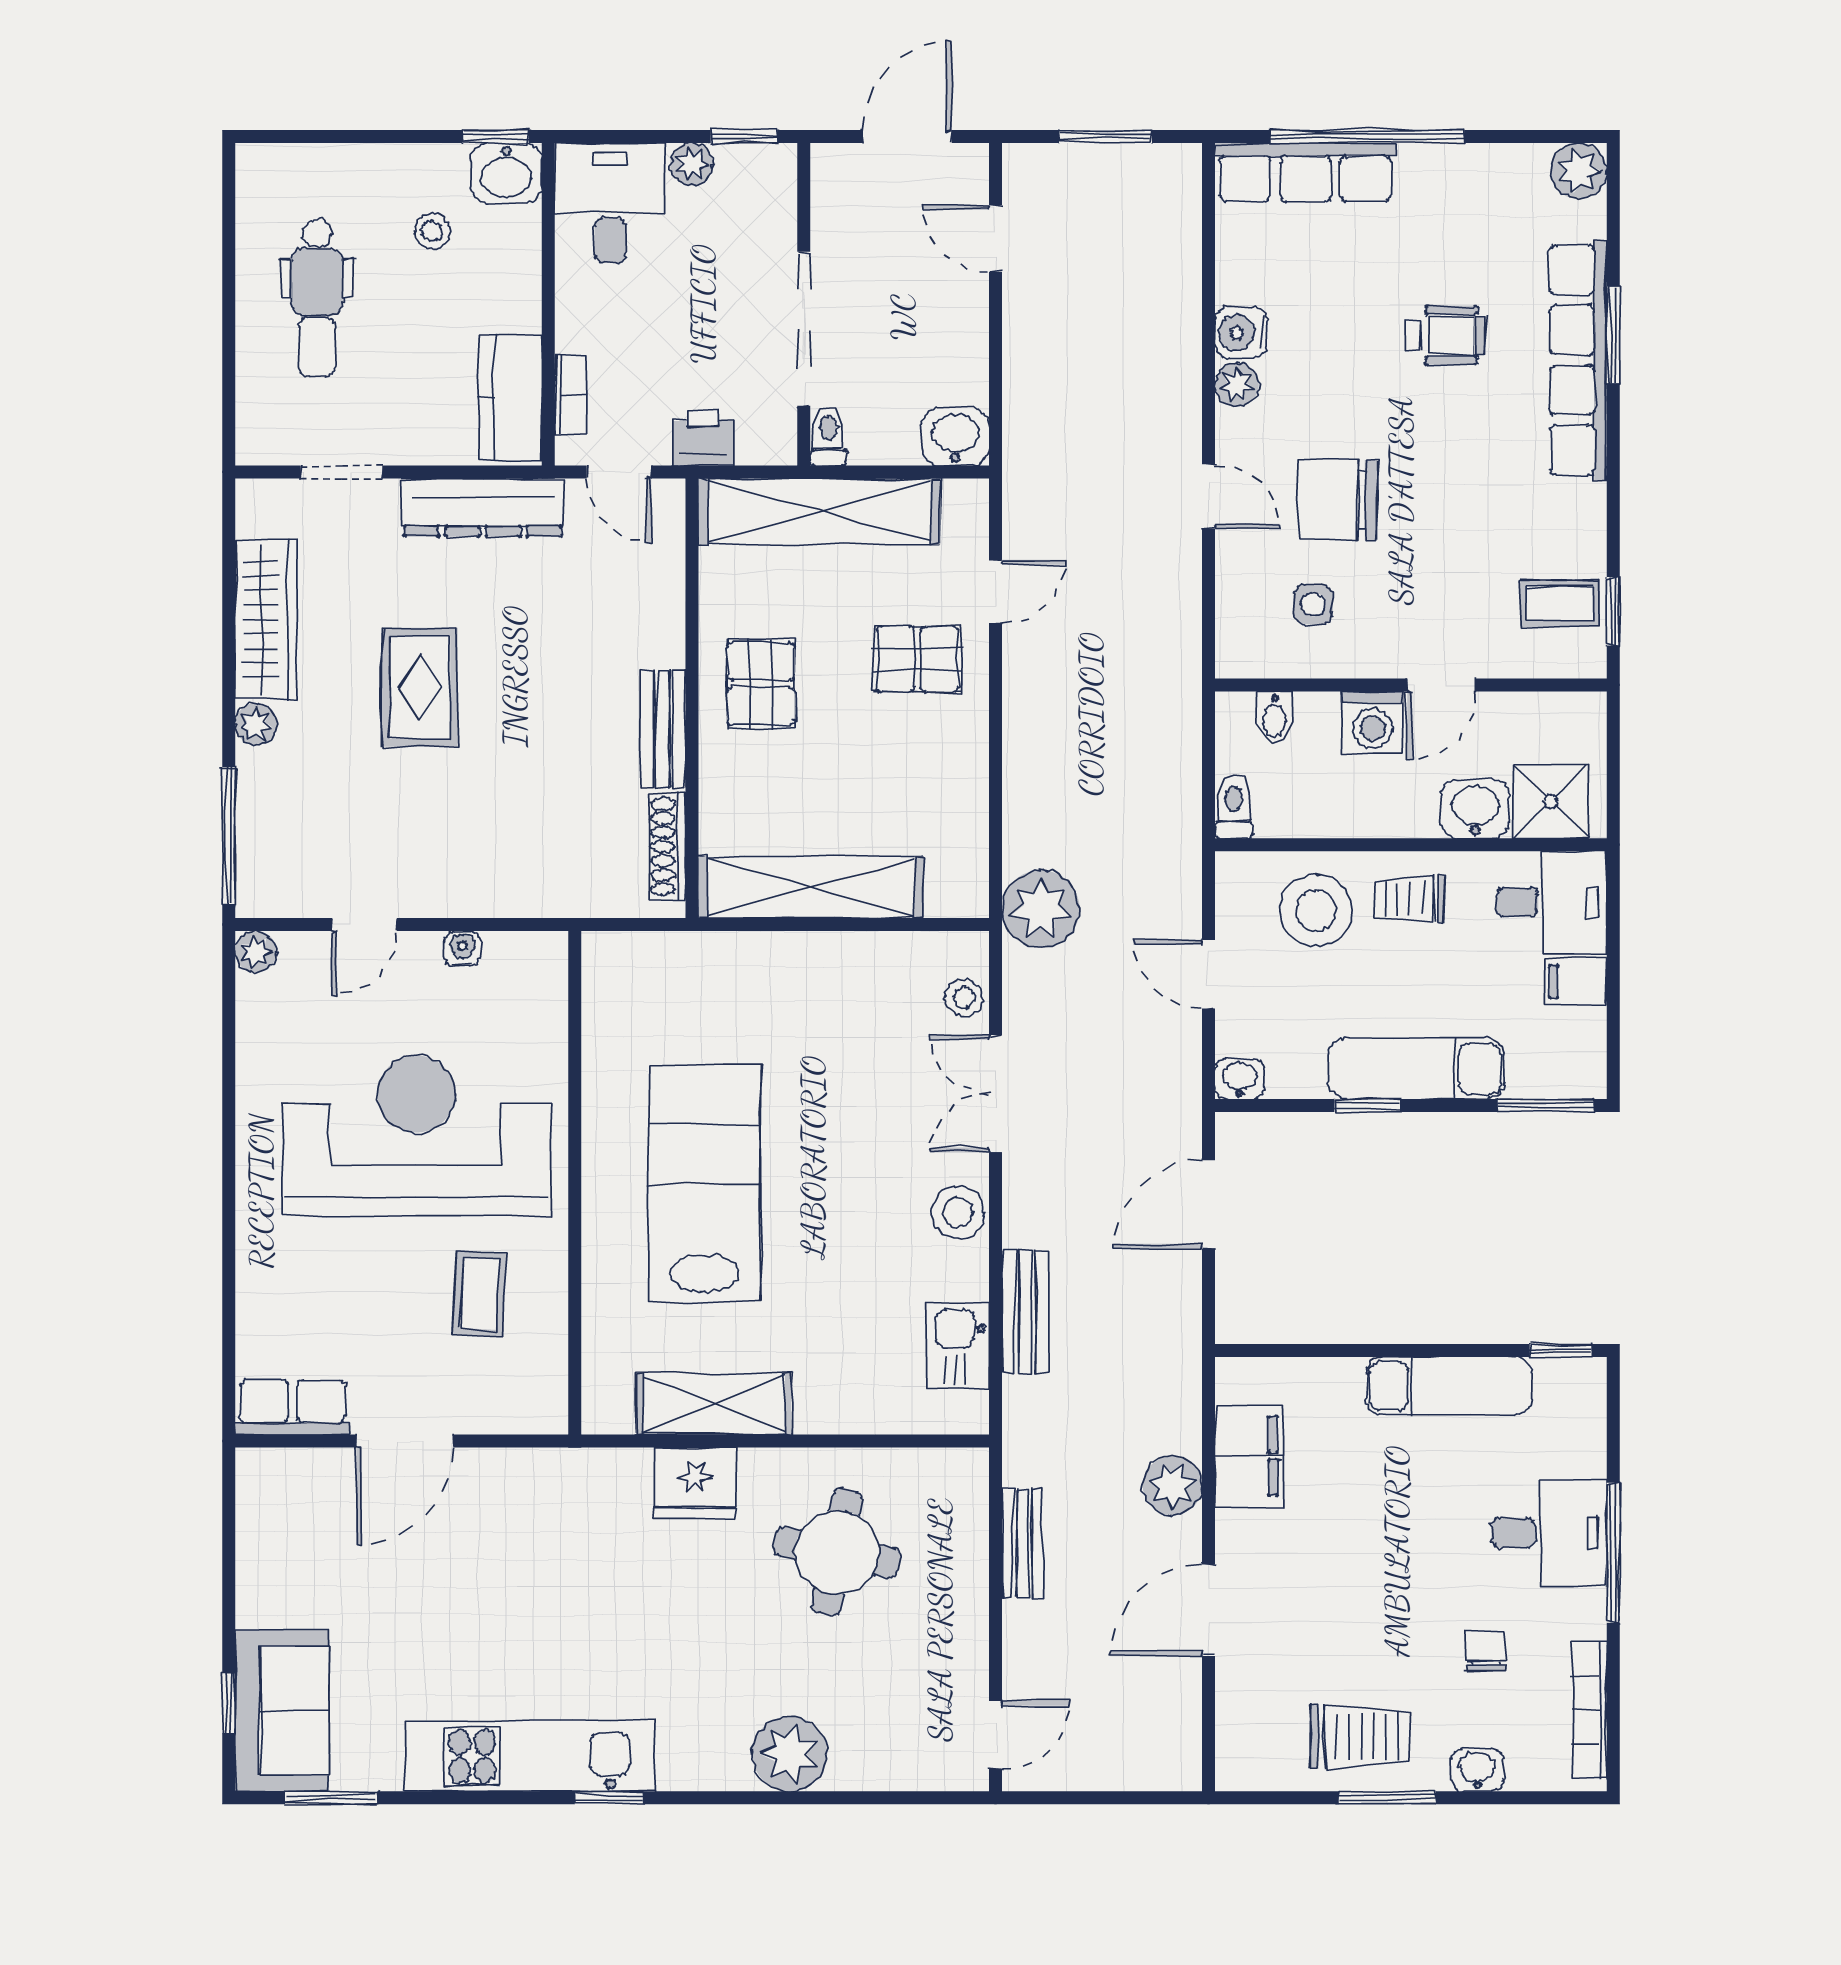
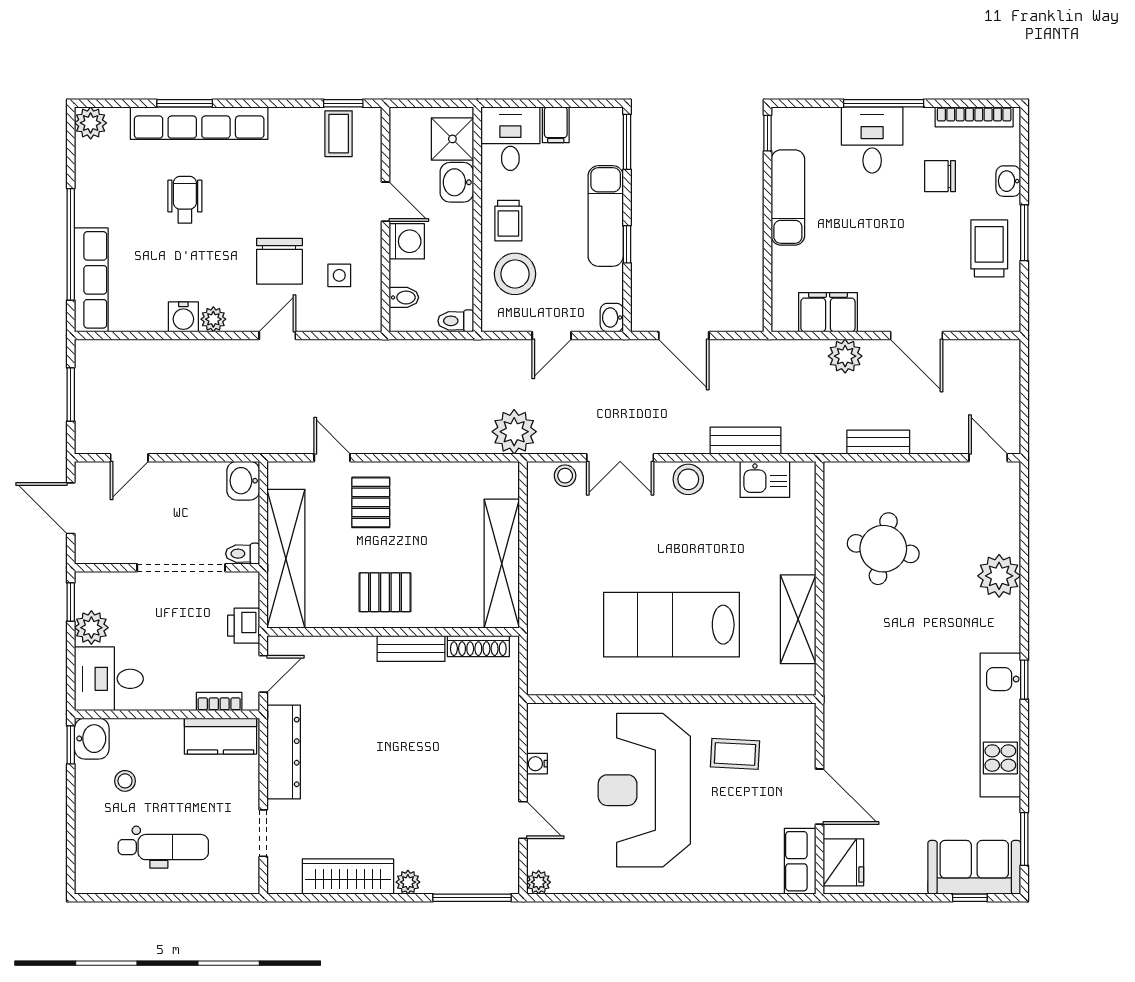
plant: (692, 164) -> (91, 628), width x1.38, depth x1.38
rug: (420, 687) -> (387, 788), removed
fridge: (695, 1483) -> (843, 862), moved
chair: (1486, 1651) -> (940, 176), width x1.37, depth x1.37

